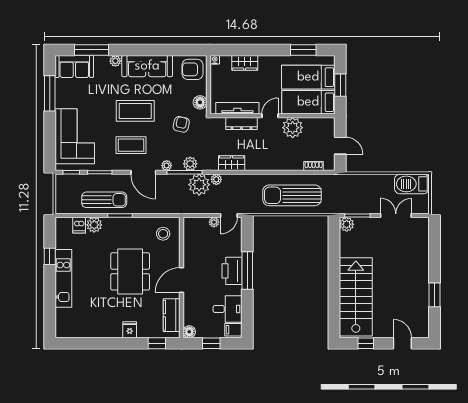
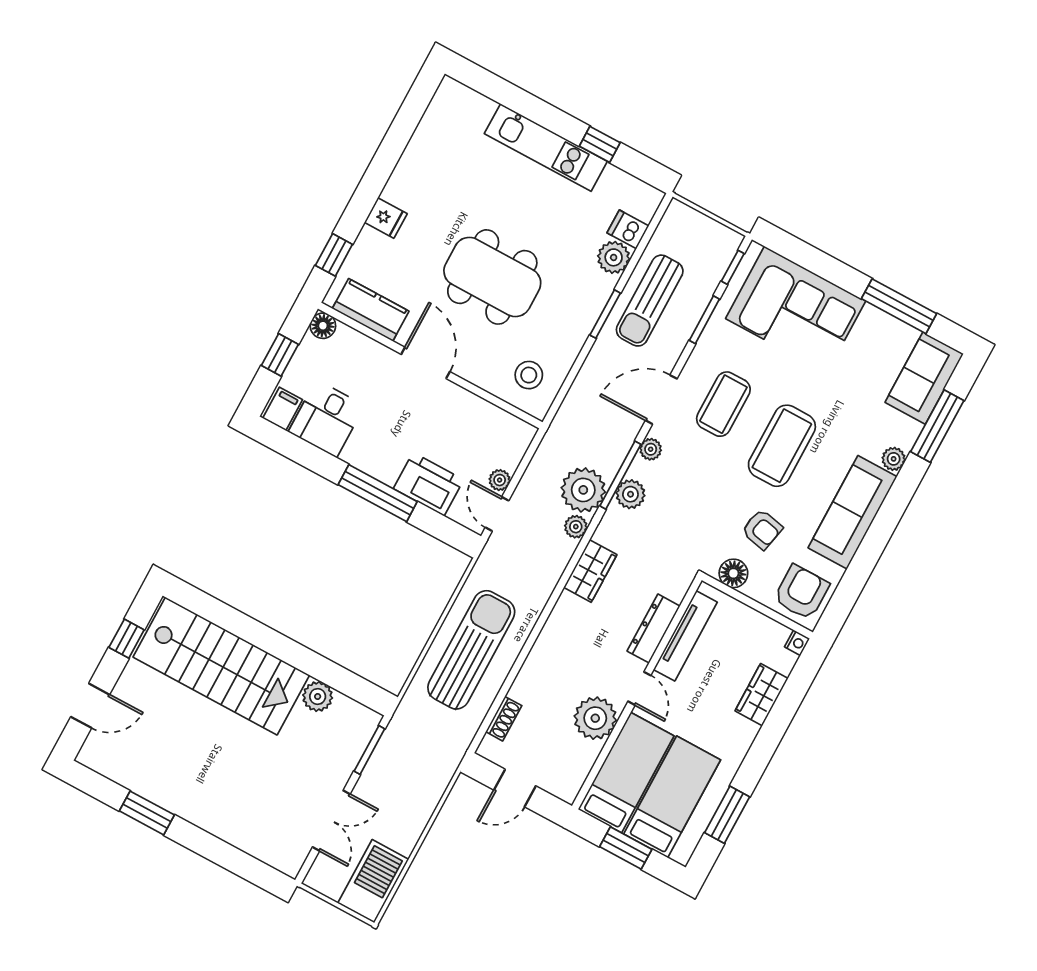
armchair: (181, 124) -> (762, 529), moved
plant: (347, 224) -> (318, 696), moved
printer: (232, 271) -> (428, 484), moved

